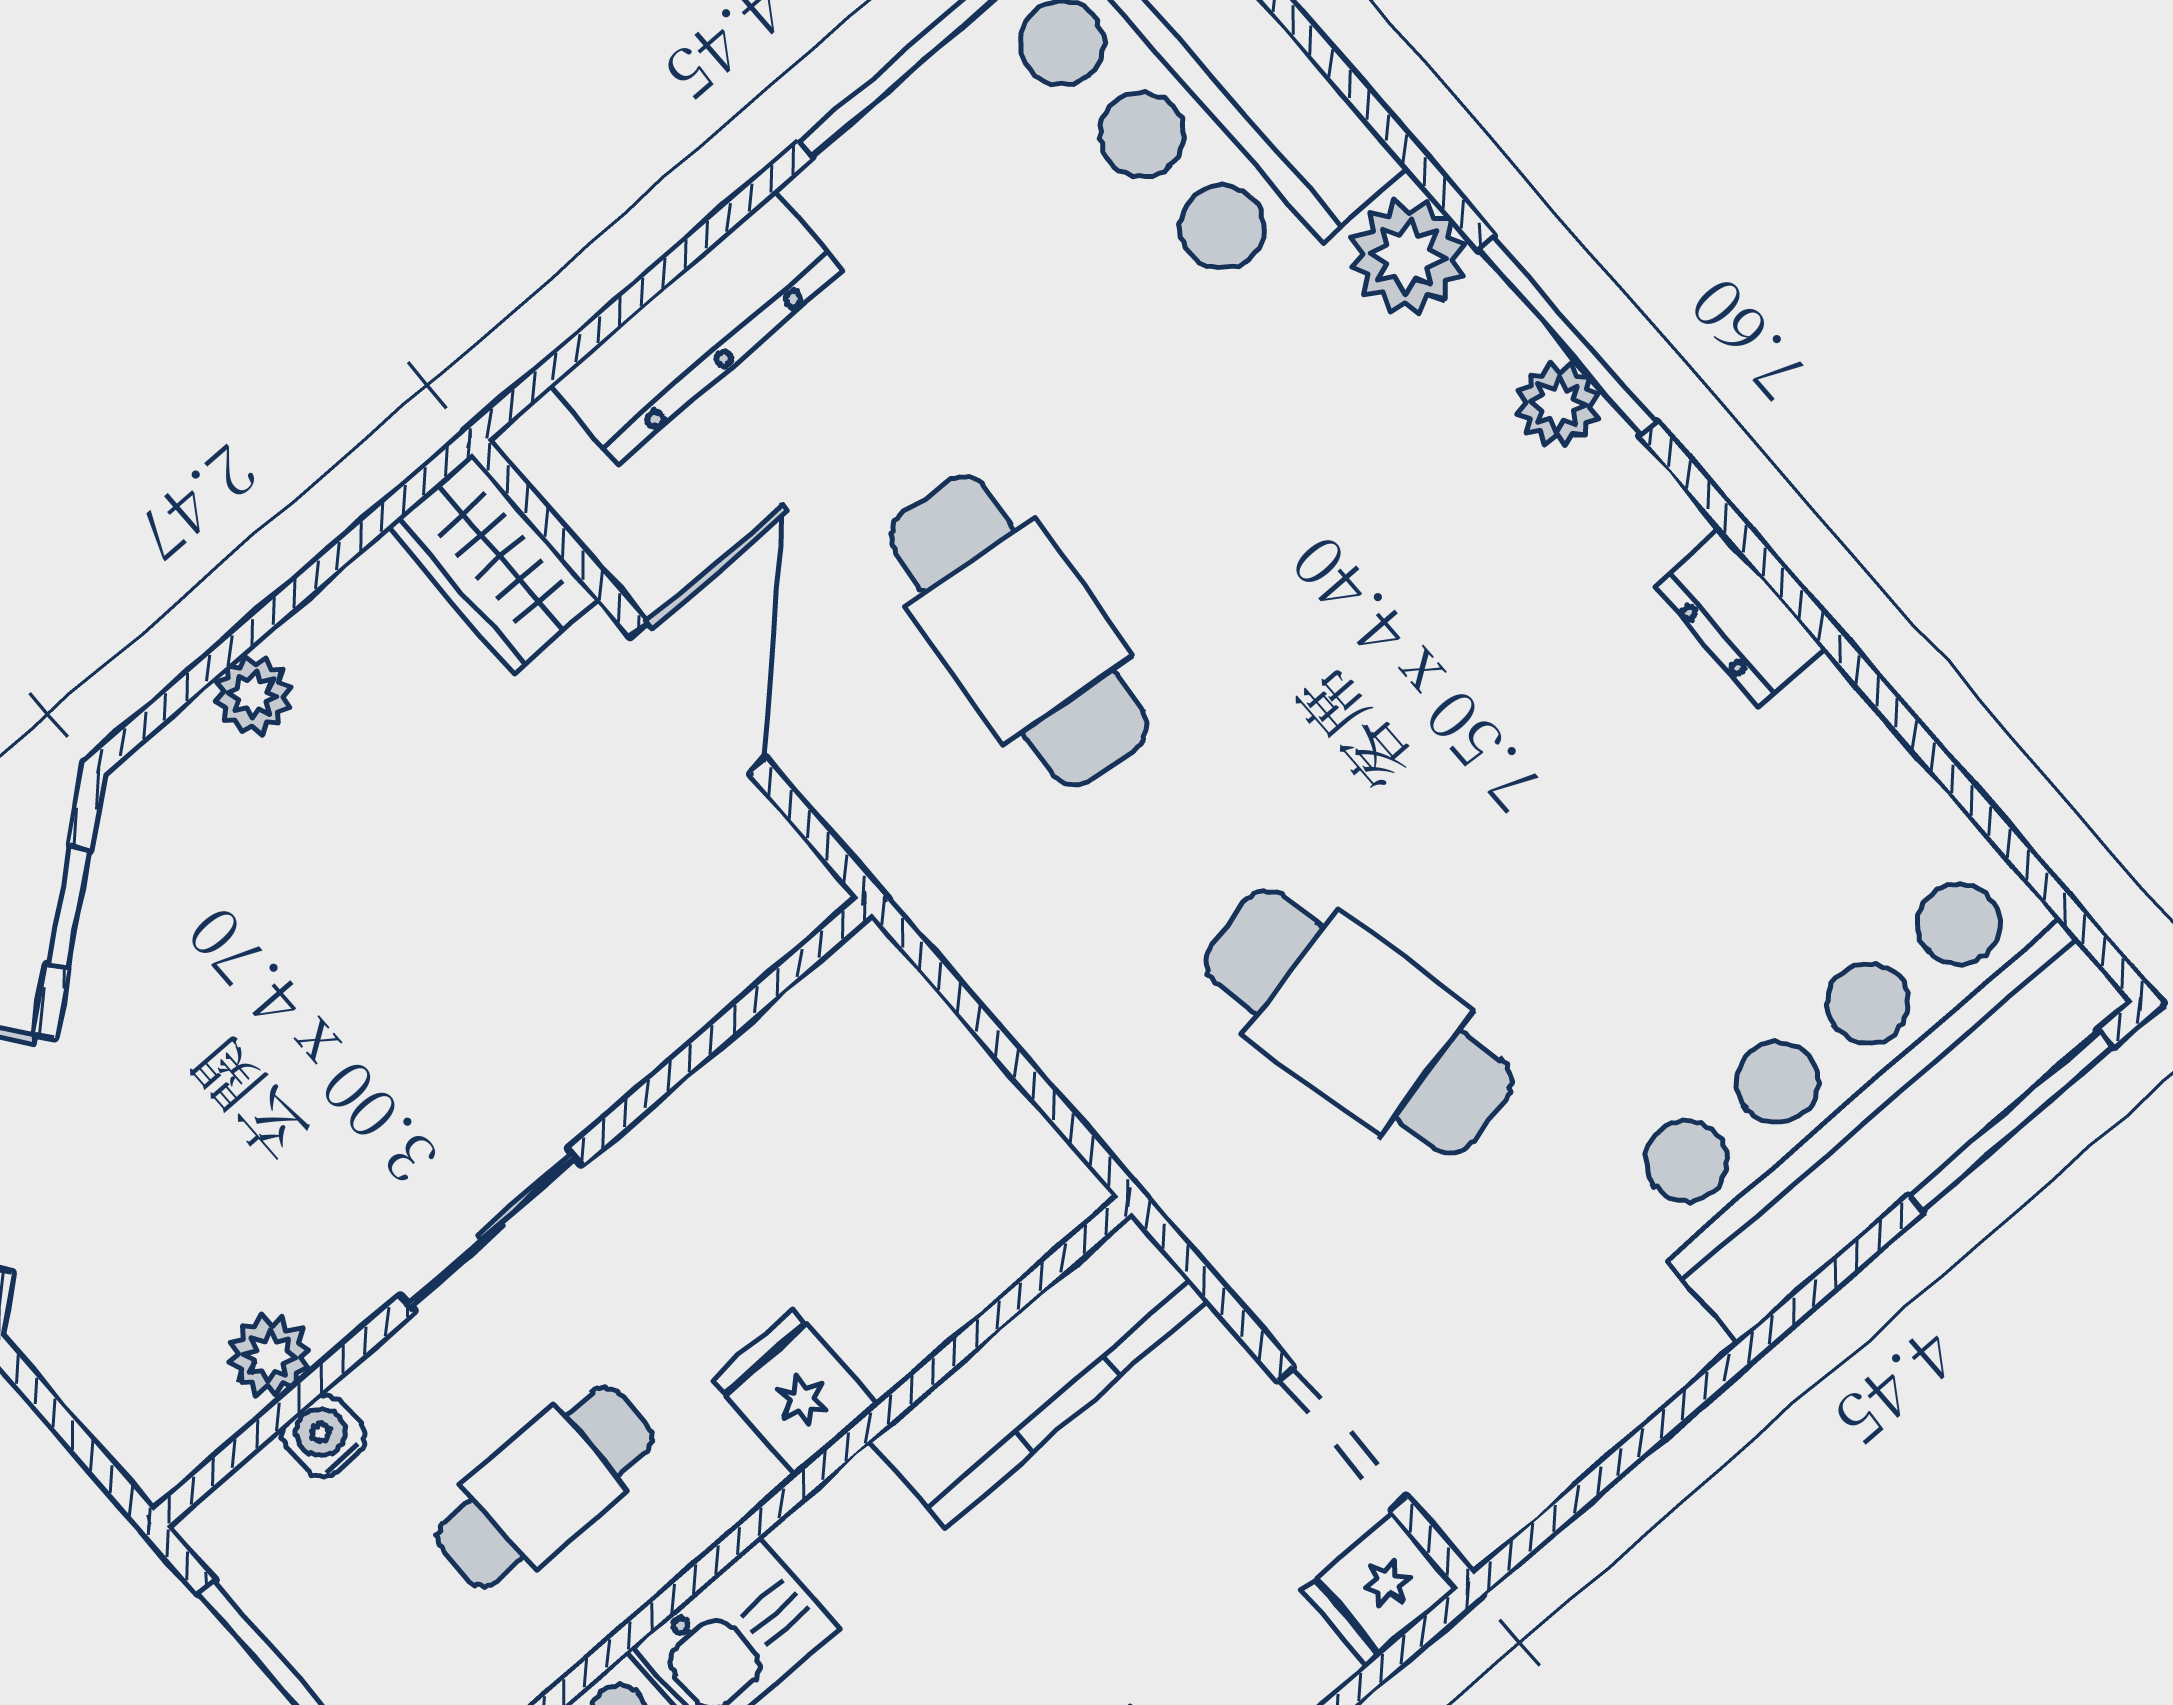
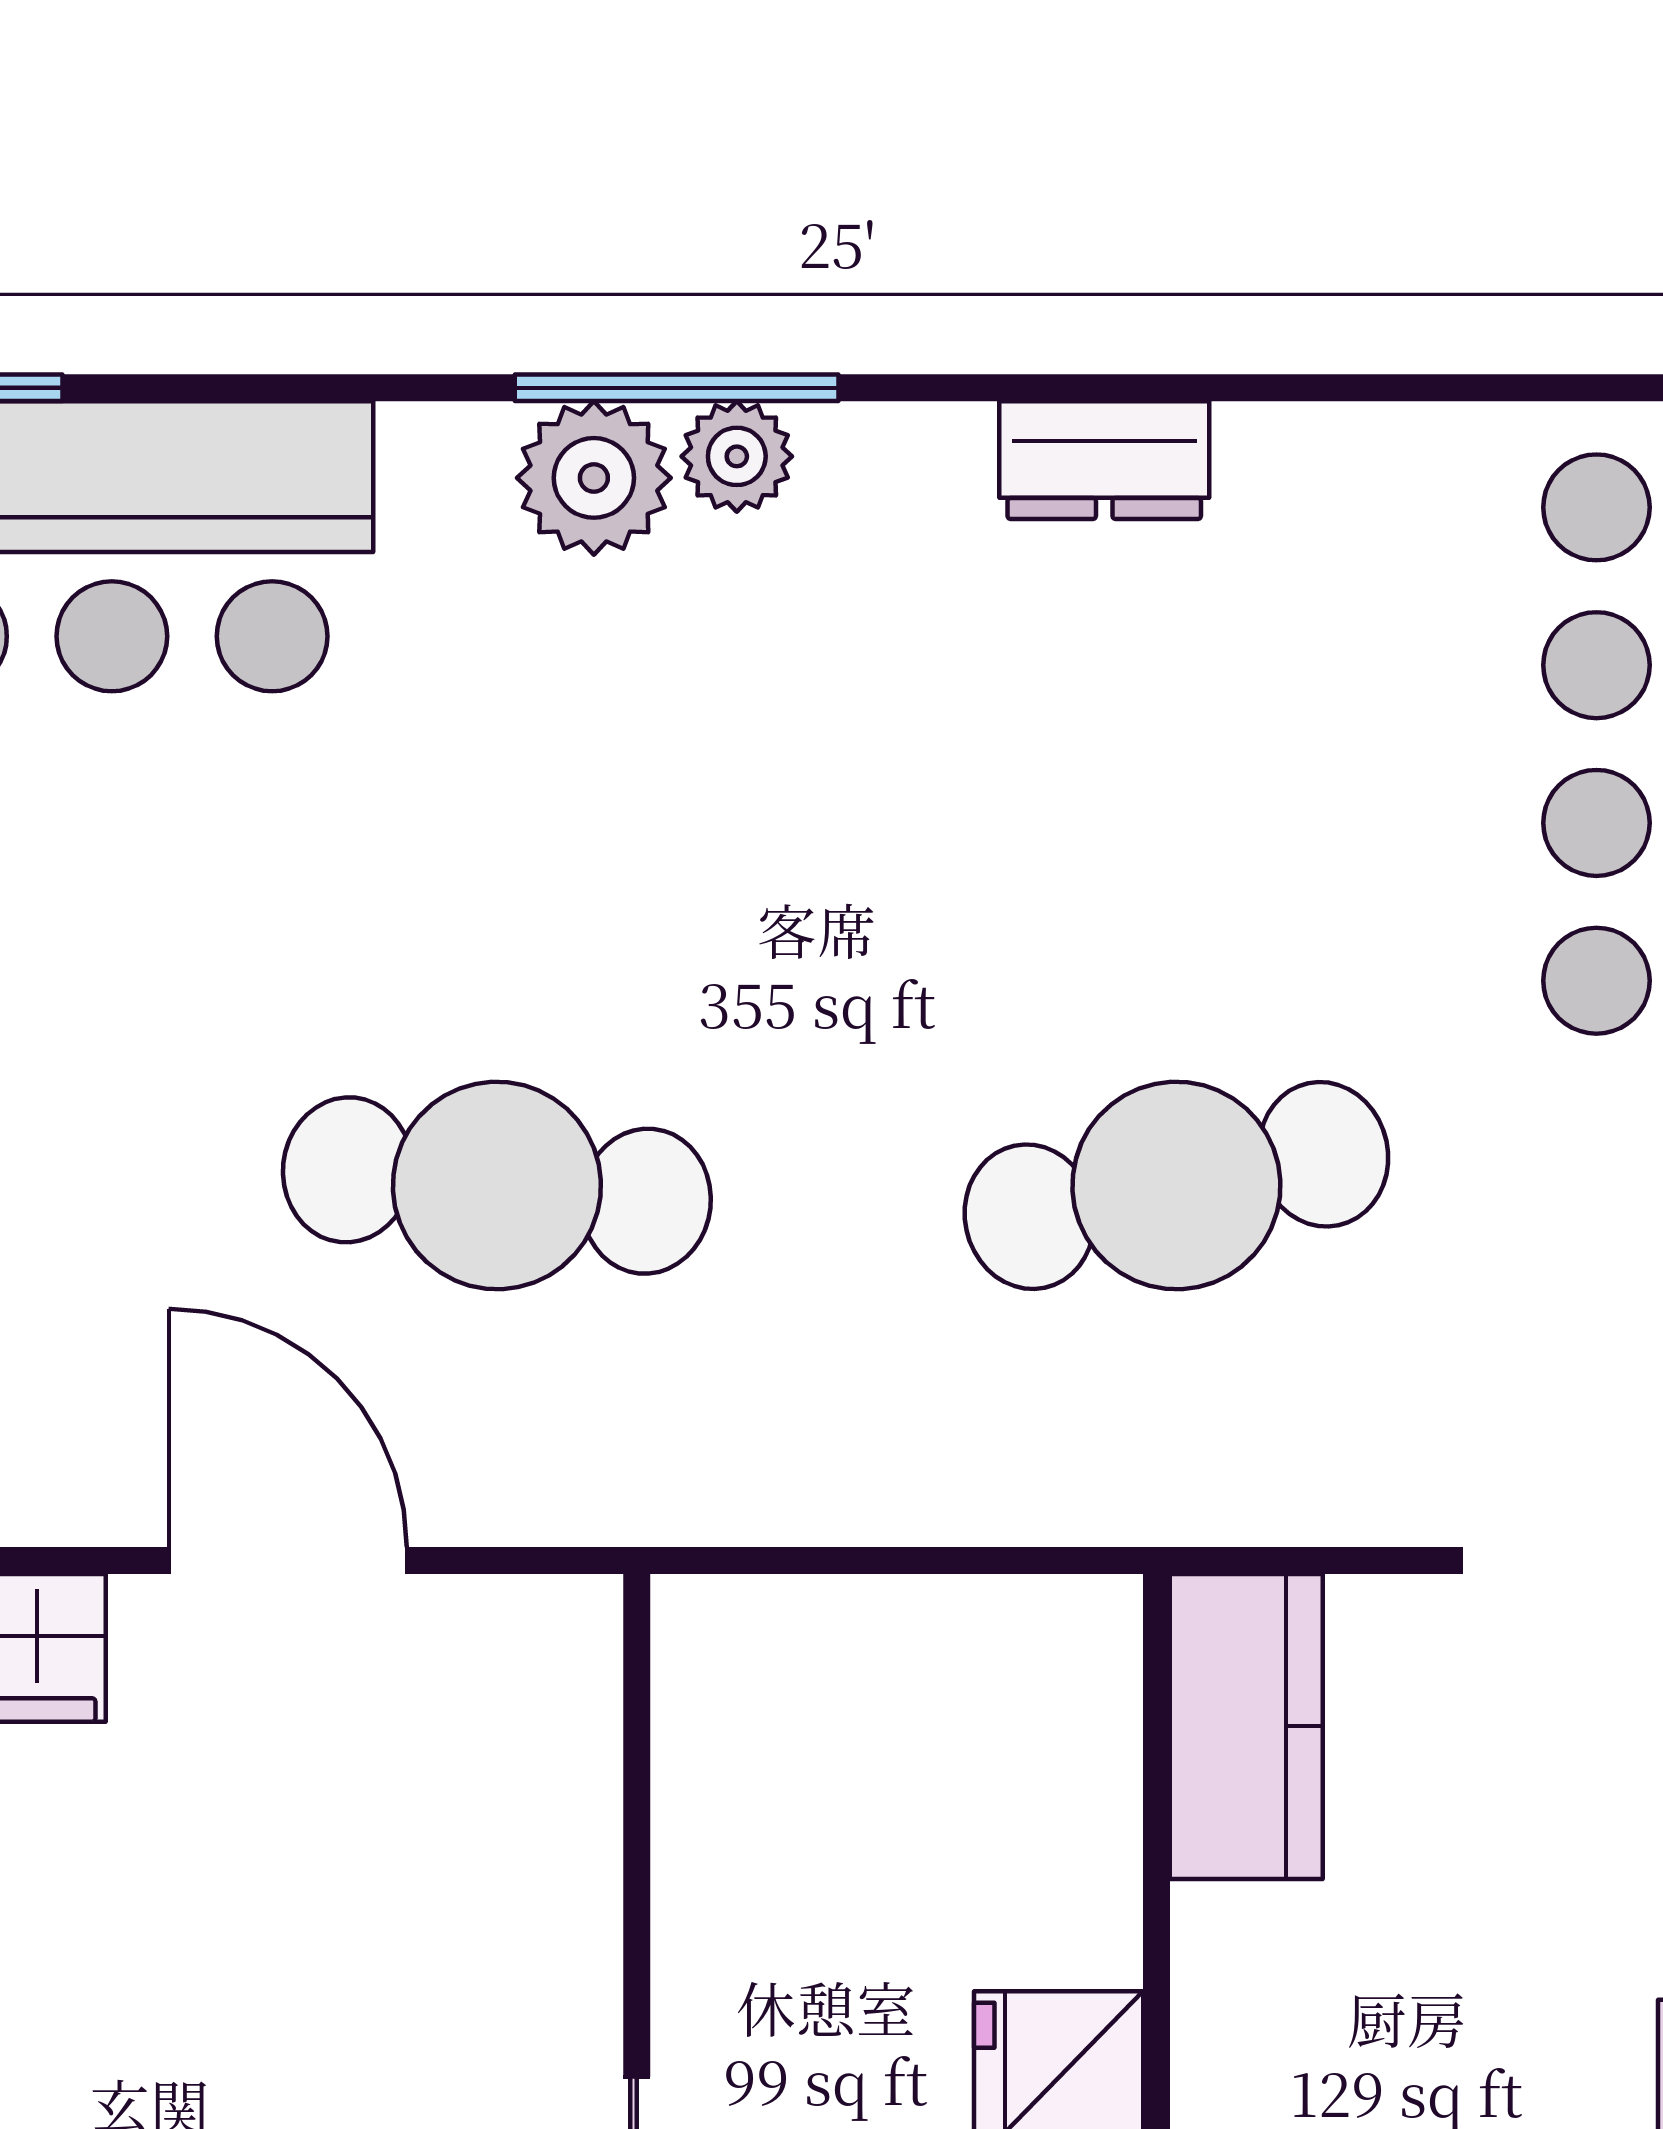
plant: (1408, 256) -> (594, 478), moved
kitchen counter: (1038, 1371) -> (1246, 1726), width x0.67

